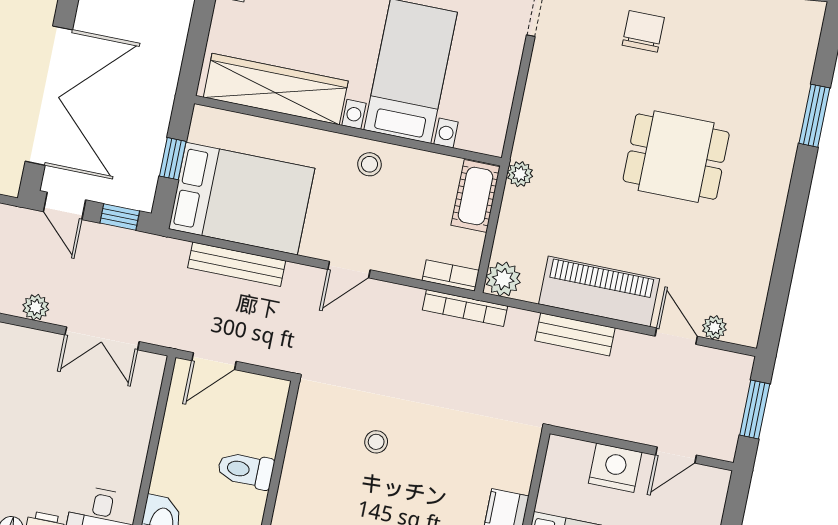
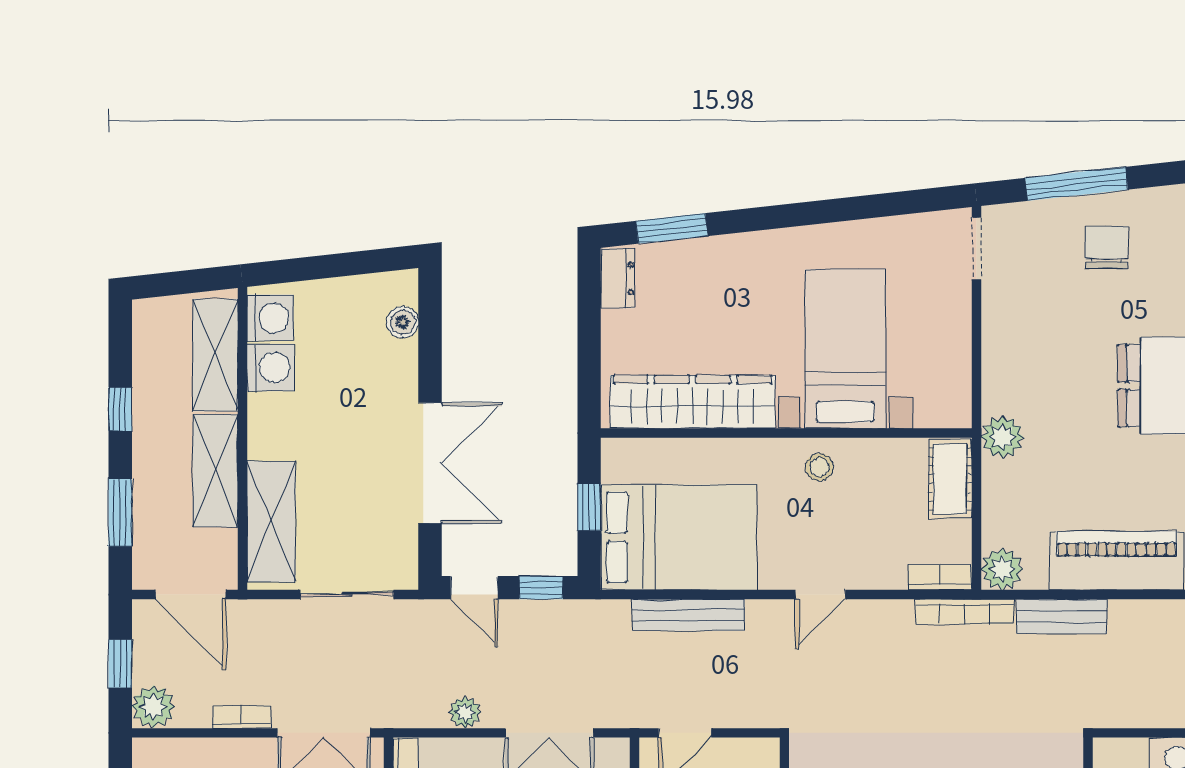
double door: (49, 96) -> (430, 463), width x0.73
plant: (520, 174) -> (1002, 437), width x1.38, depth x1.38
bench: (575, 334) -> (1062, 616), moved

